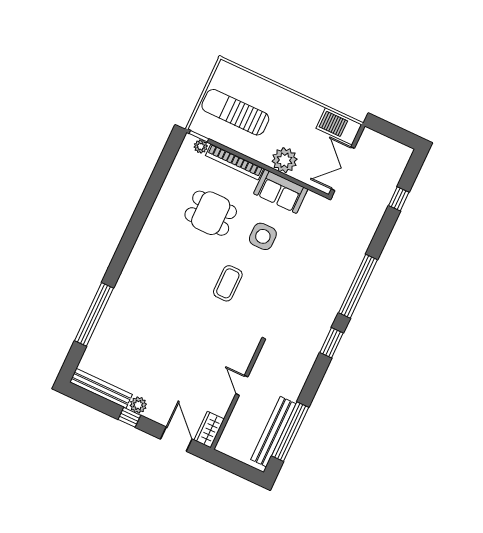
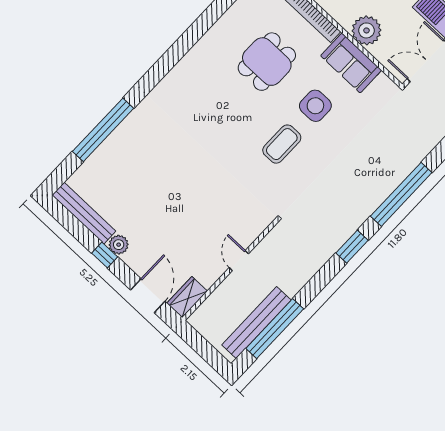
dining table: (211, 213) -> (267, 62), turned 90
coffee table: (228, 283) -> (282, 144), moved

